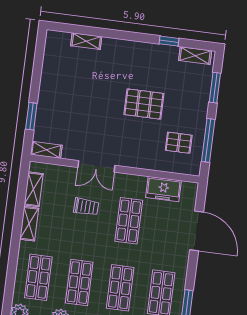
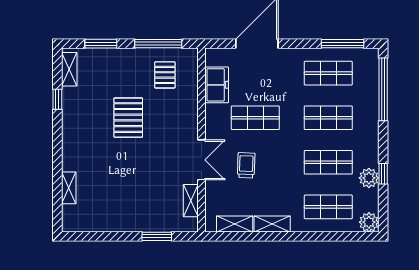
shelving: (46, 150) -> (191, 201), moved

